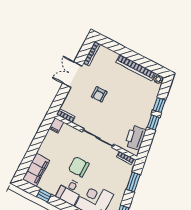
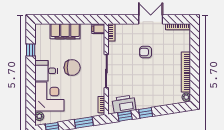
window: (159, 105) -> (125, 116), moved
chair: (79, 167) -> (72, 68), turned 90
filing cabinet: (36, 170) -> (65, 31), moved

